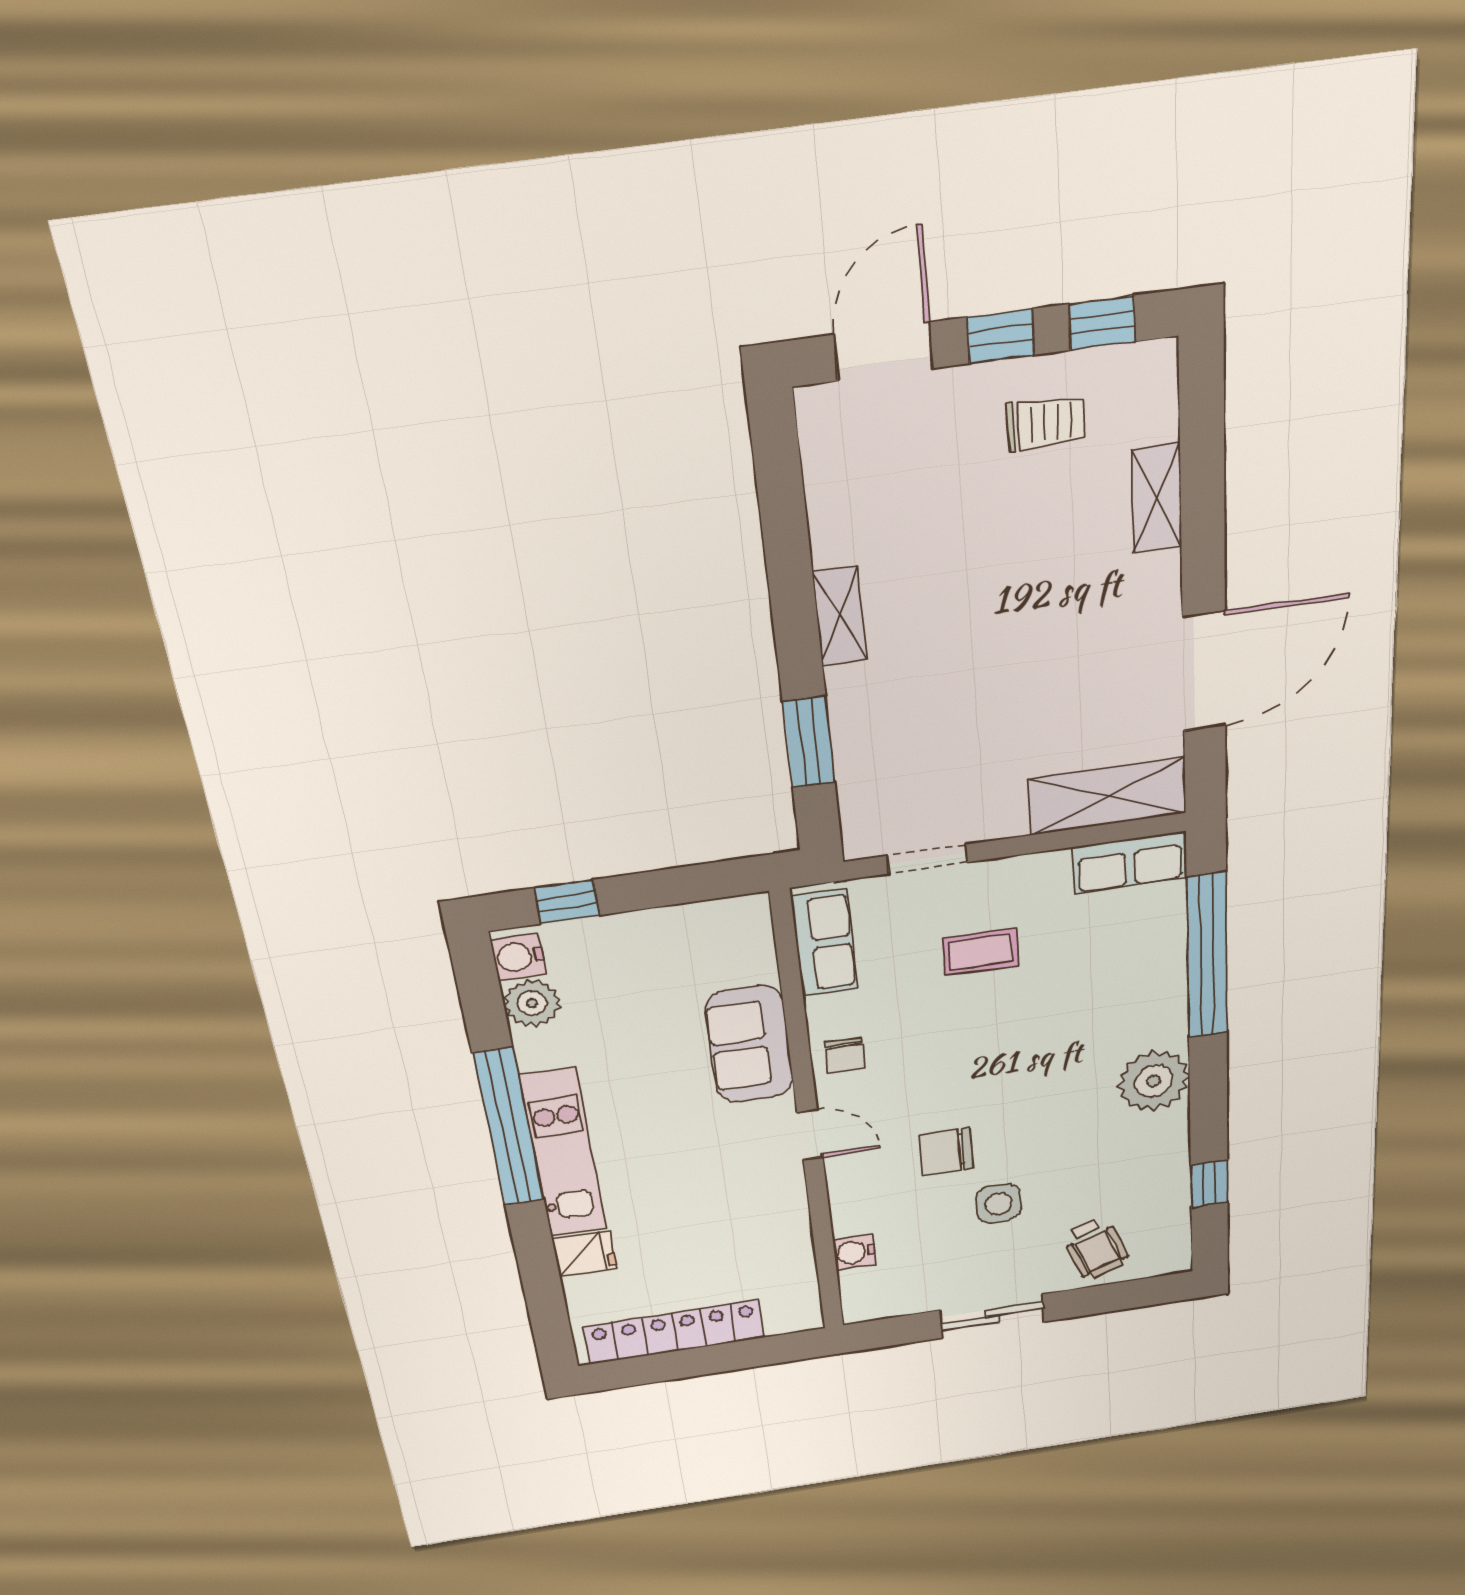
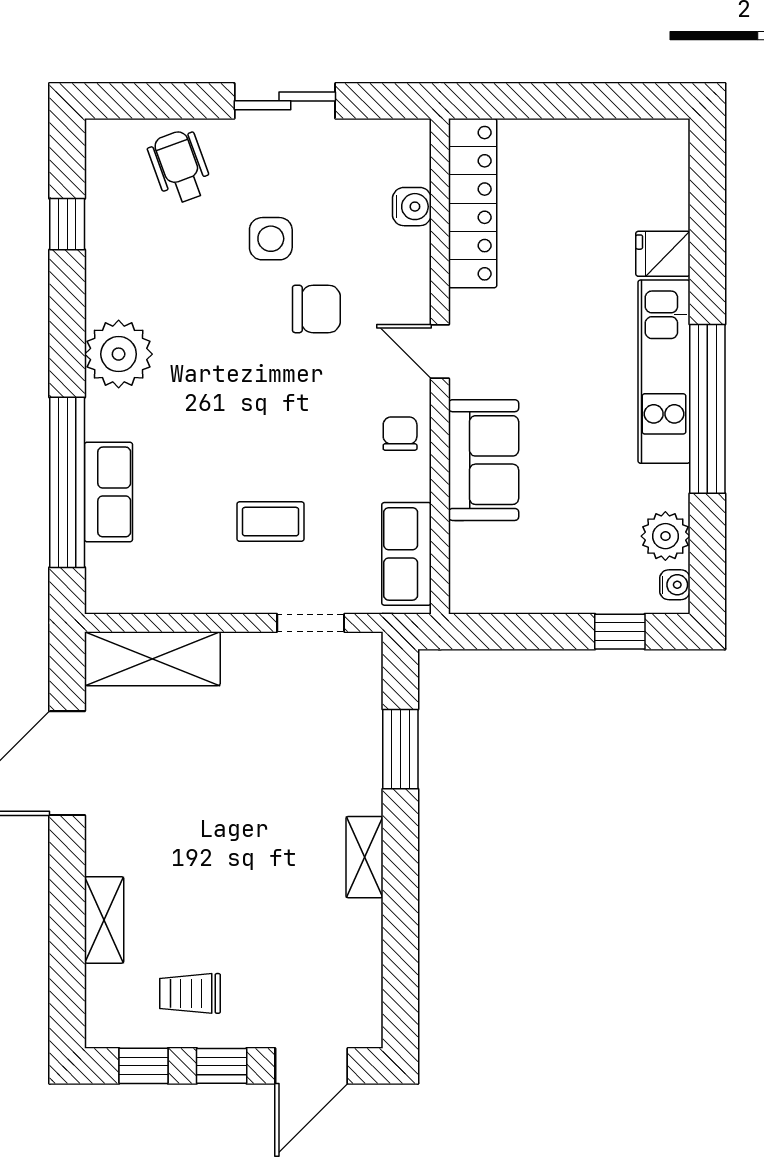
row of seats: (1130, 863) -> (108, 492), moved, turned 90
water cooler: (518, 957) -> (675, 585), width x0.72, depth x0.72
locker: (674, 1332) -> (473, 203), moved, turned -90

